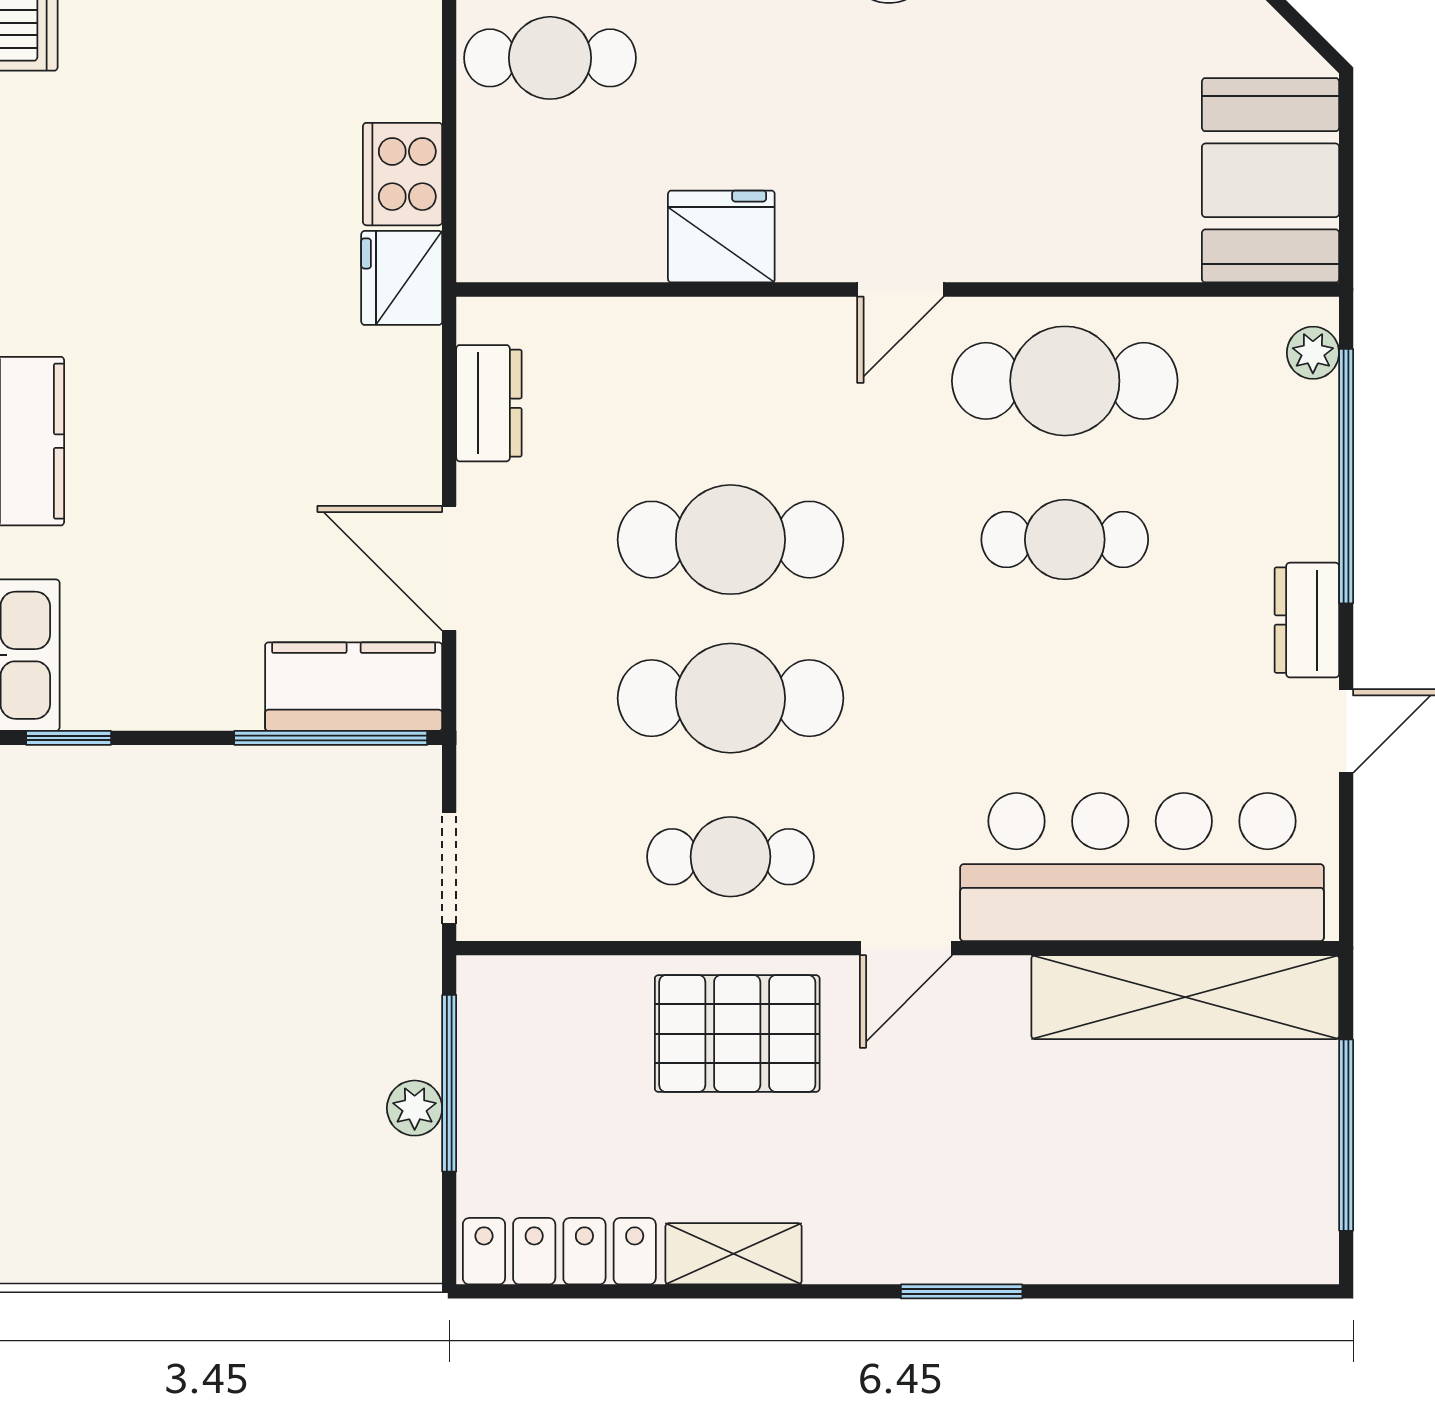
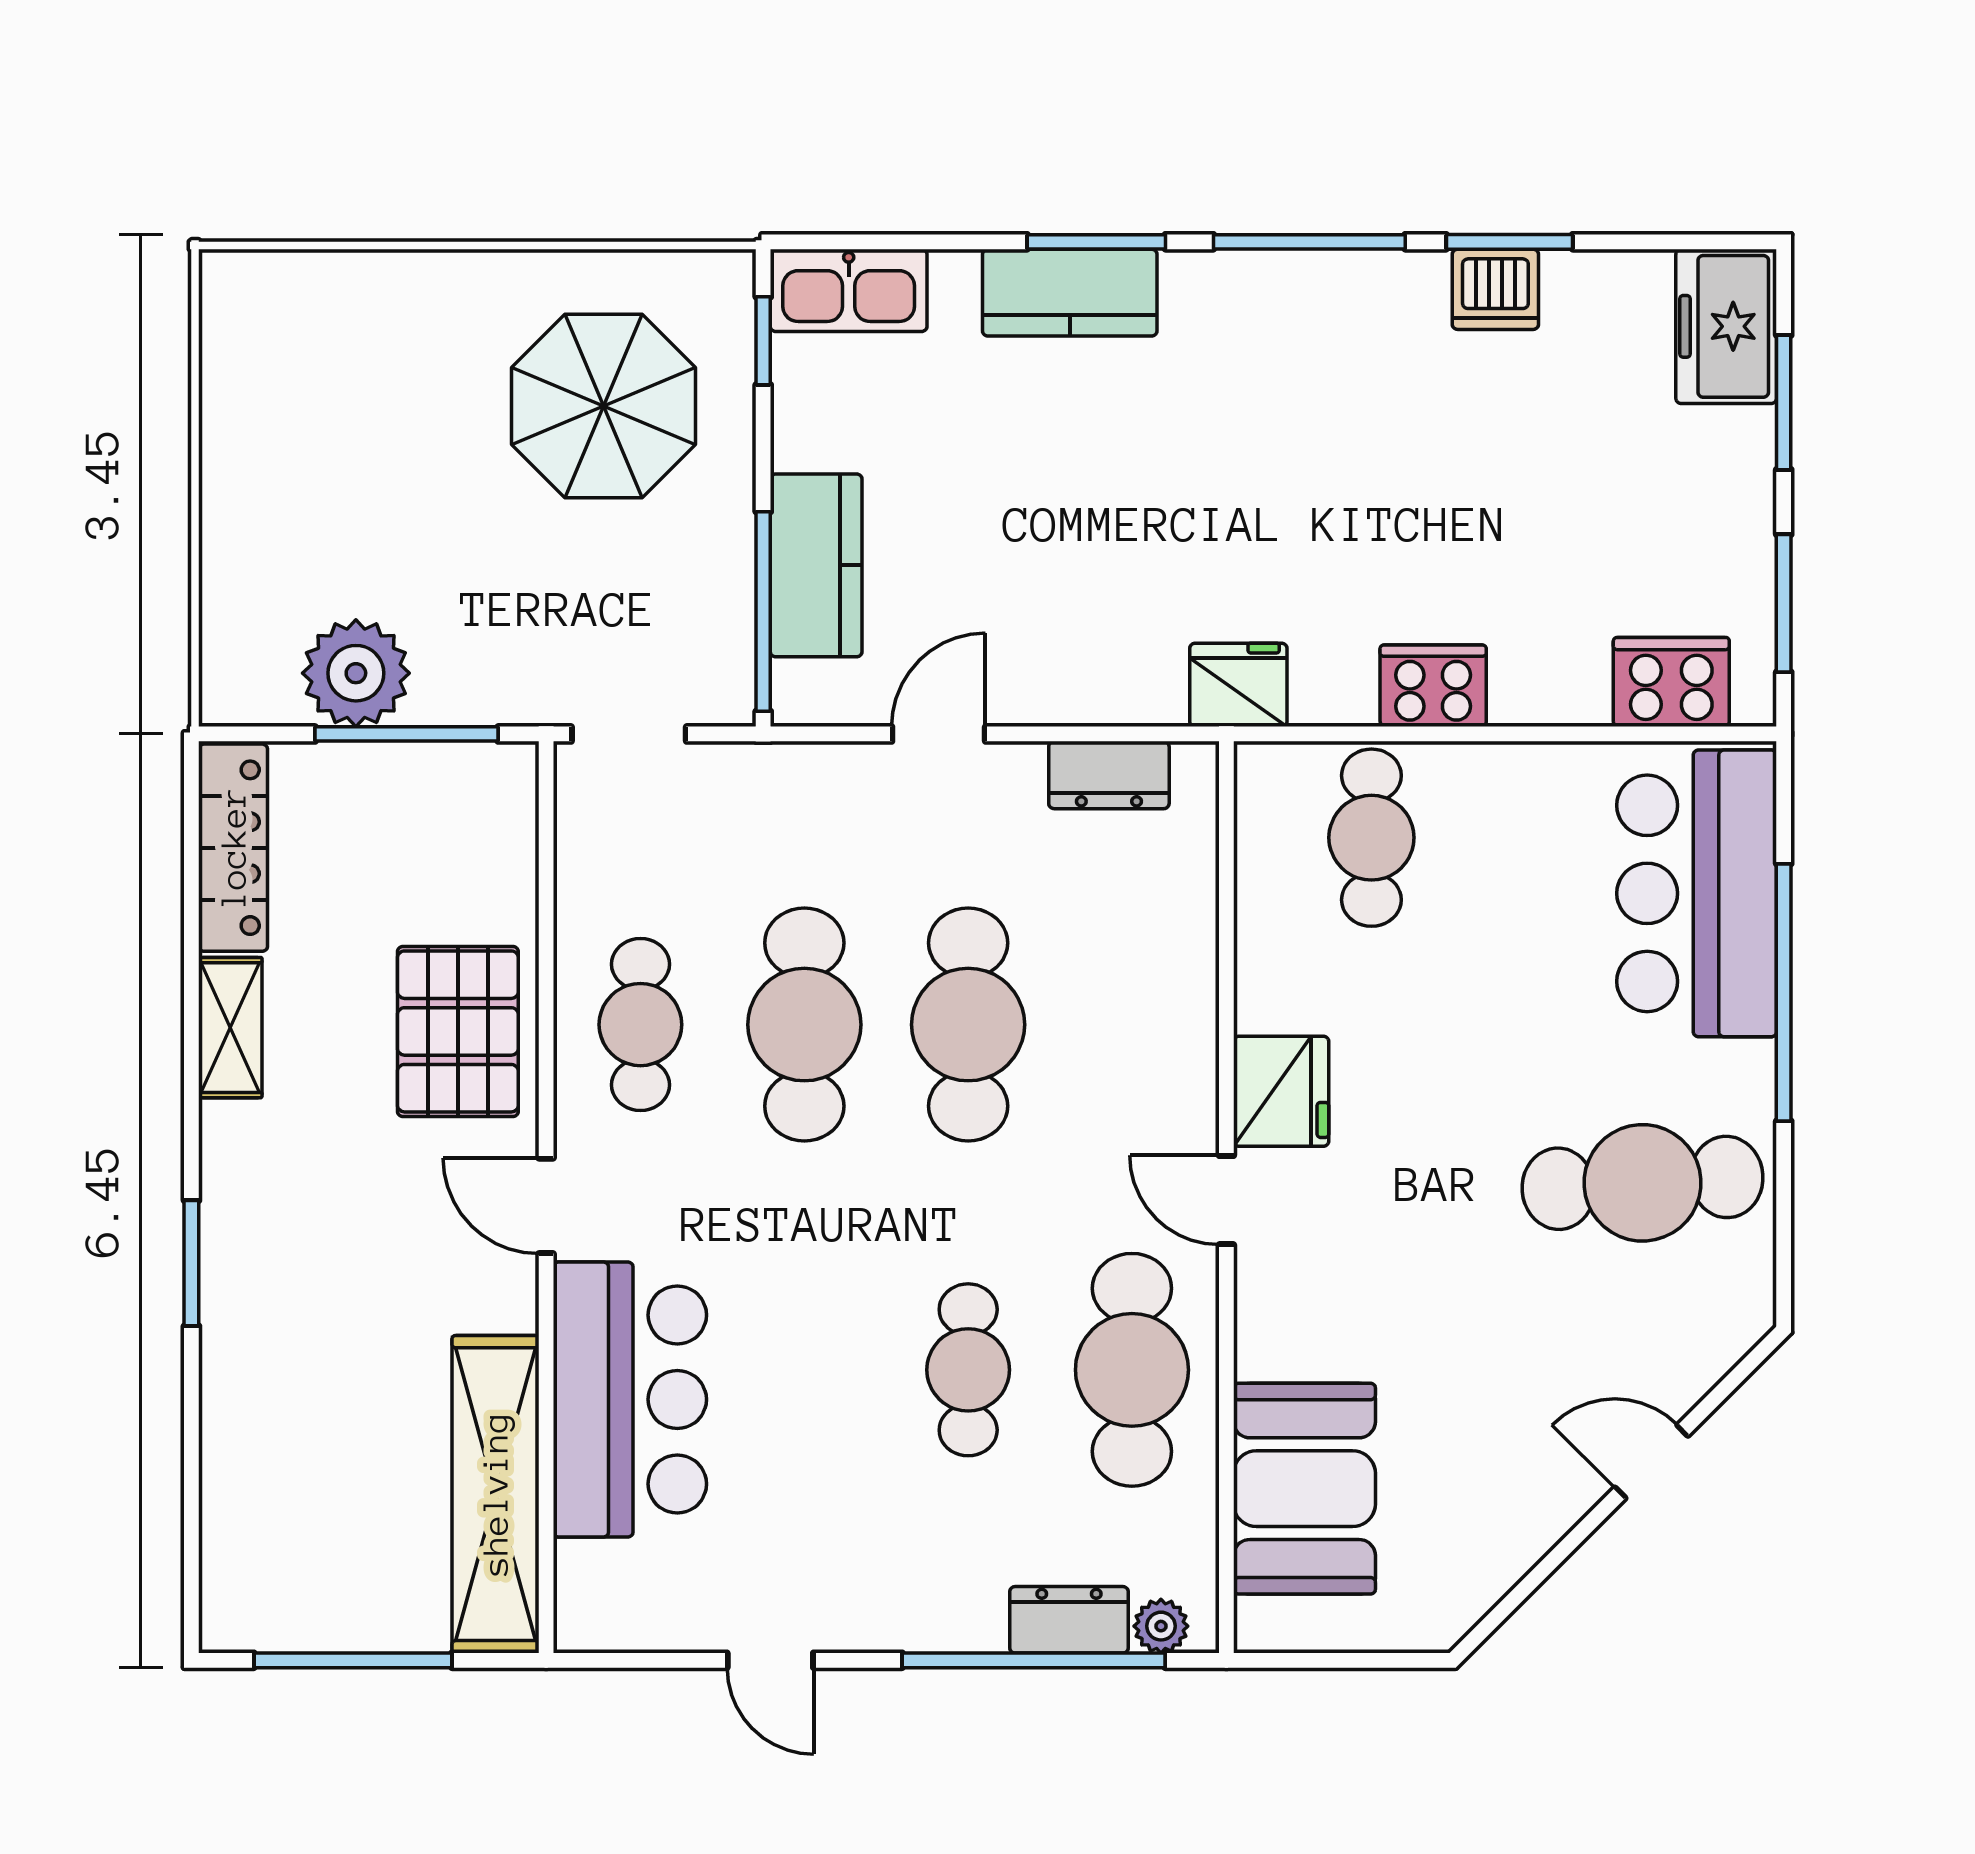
cafe table: (550, 58) -> (1371, 838), moved
cooker: (403, 174) -> (1433, 686), moved
booth: (1270, 180) -> (1304, 1489), moved, turned 90
fridge: (721, 237) -> (1281, 1091), moved
door: (449, 568) -> (939, 734), width x0.73
dresser: (1307, 620) -> (1069, 1620), moved
kitchen counter: (354, 687) -> (816, 565), moved
bar counter: (1142, 867) -> (630, 1399), width x0.73
parasol: (132, 893) -> (604, 406), added
plant: (415, 1108) -> (356, 673), width x1.88, depth x1.88

